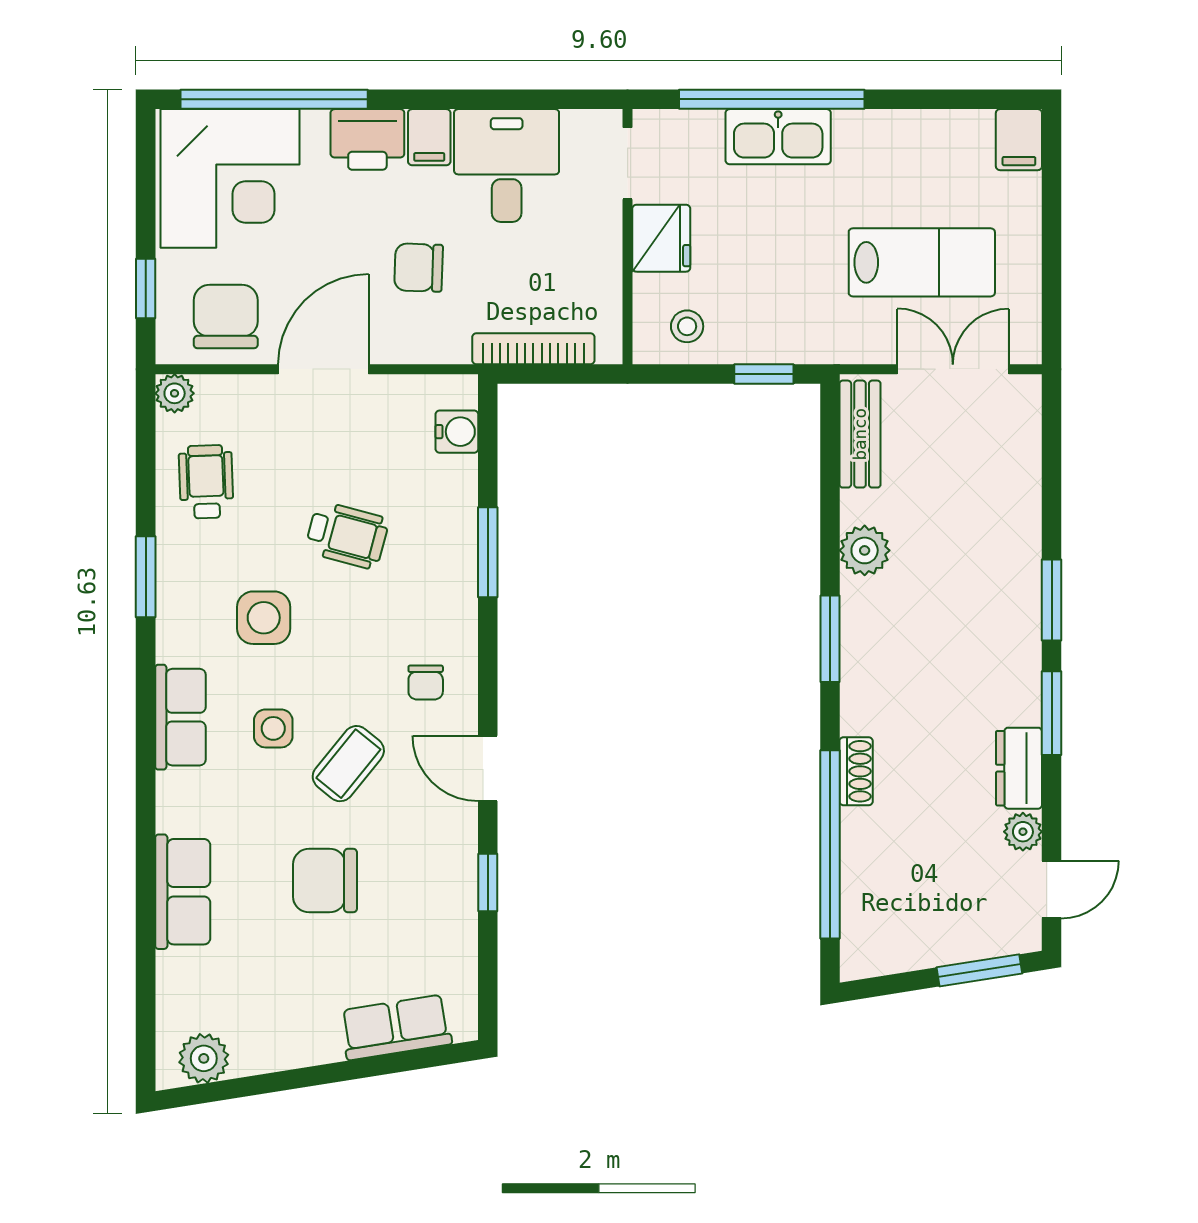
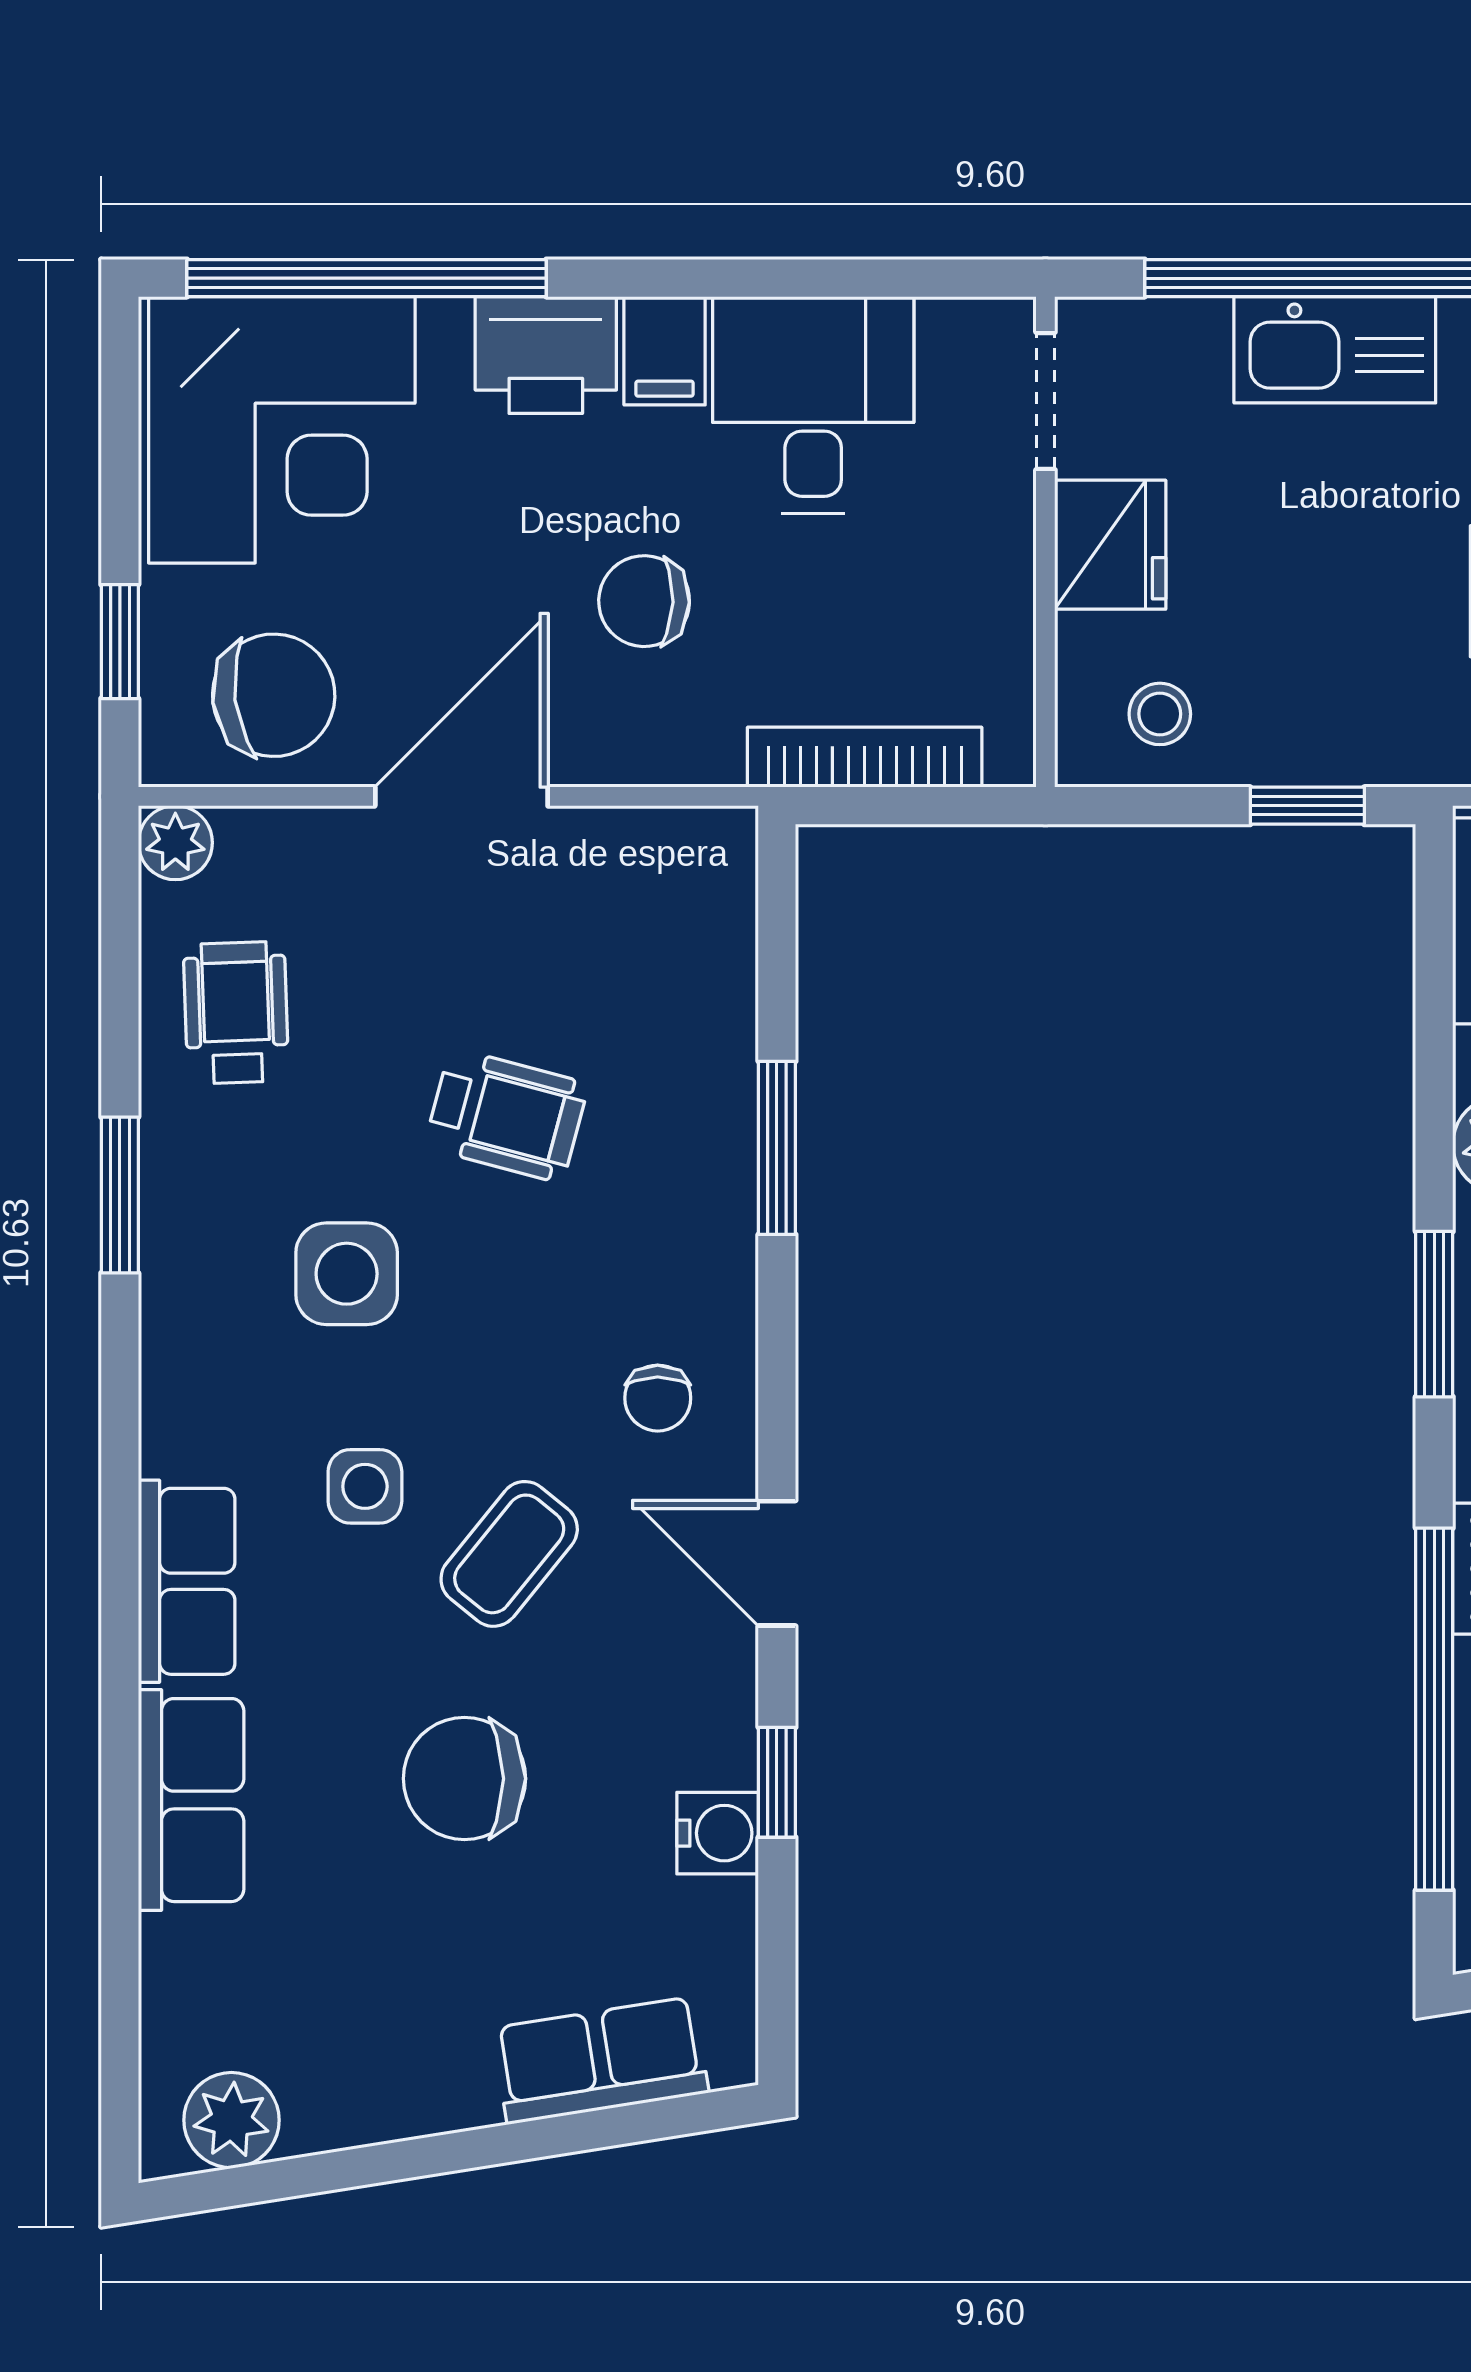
chair: (226, 317) -> (274, 695), turned 83
water cooler: (457, 432) -> (718, 1833), moved
row of seats: (180, 717) -> (187, 1581), moved

